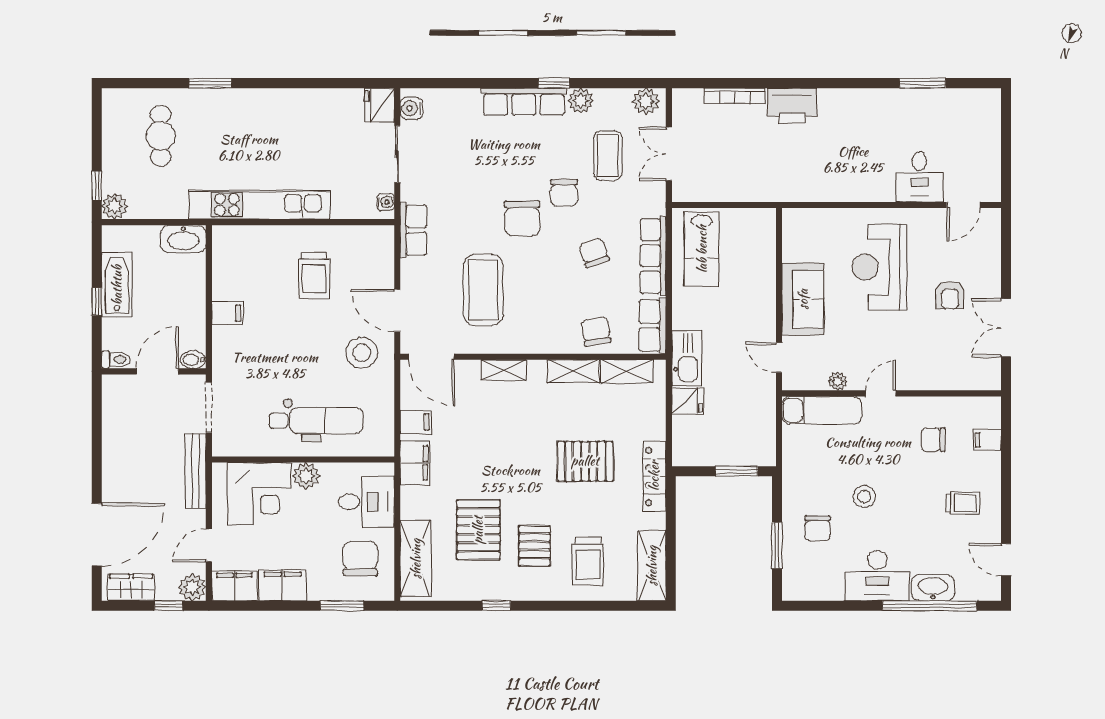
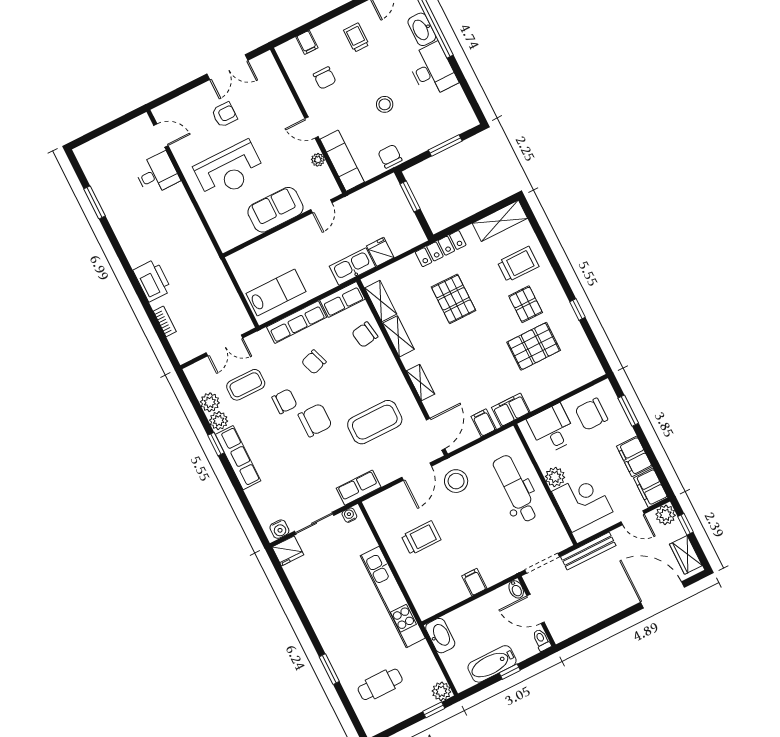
bookcase: (735, 96) -> (165, 321), width x0.64
plant: (646, 101) -> (210, 402), moved
chair: (818, 528) -> (390, 156), moved, turned -90
pallet: (535, 546) -> (526, 304), turned 90
shelving: (416, 559) -> (573, 378), removed

